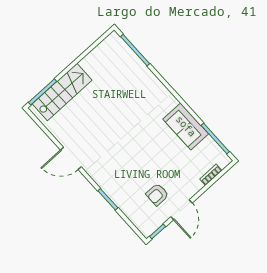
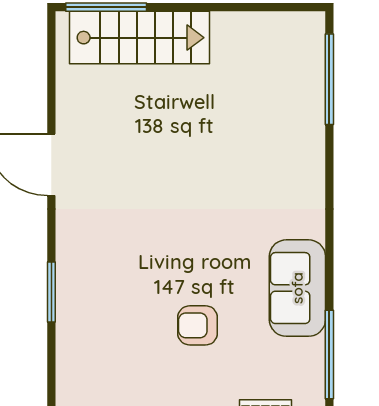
armchair: (157, 195) -> (198, 325), moved

